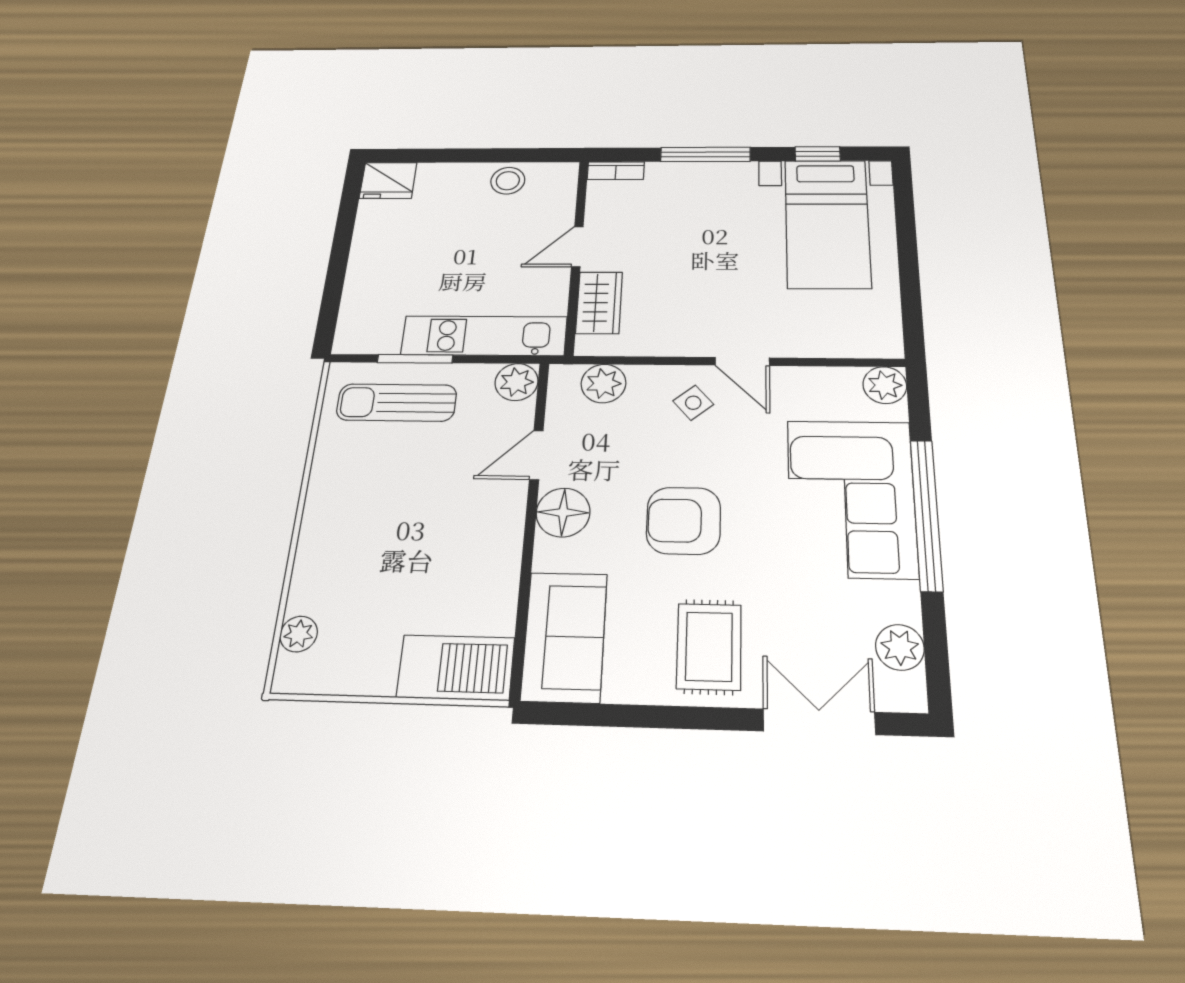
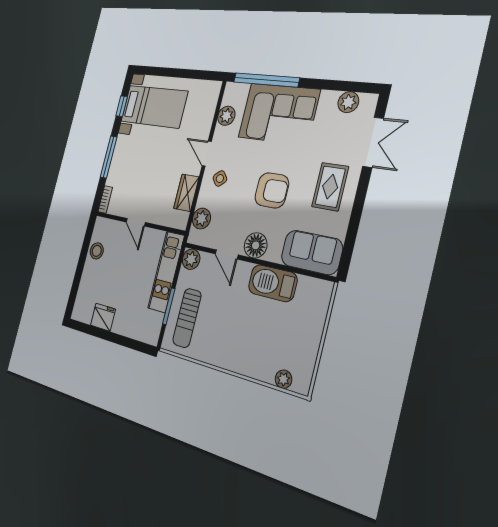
fridge: (388, 181) -> (103, 317), moved, turned -90
wardrobe: (599, 303) -> (186, 193), moved, turned -90
door: (742, 362) -> (207, 154), swing flipped
plant: (885, 385) -> (226, 116), moved
window: (926, 514) -> (266, 80), moved
armchair: (683, 521) -> (272, 190), turned -90
rug: (709, 646) -> (330, 187), turned 90
barbecue: (456, 668) -> (273, 283), moved, turned -90
double door: (819, 722) -> (373, 142), swing flipped

